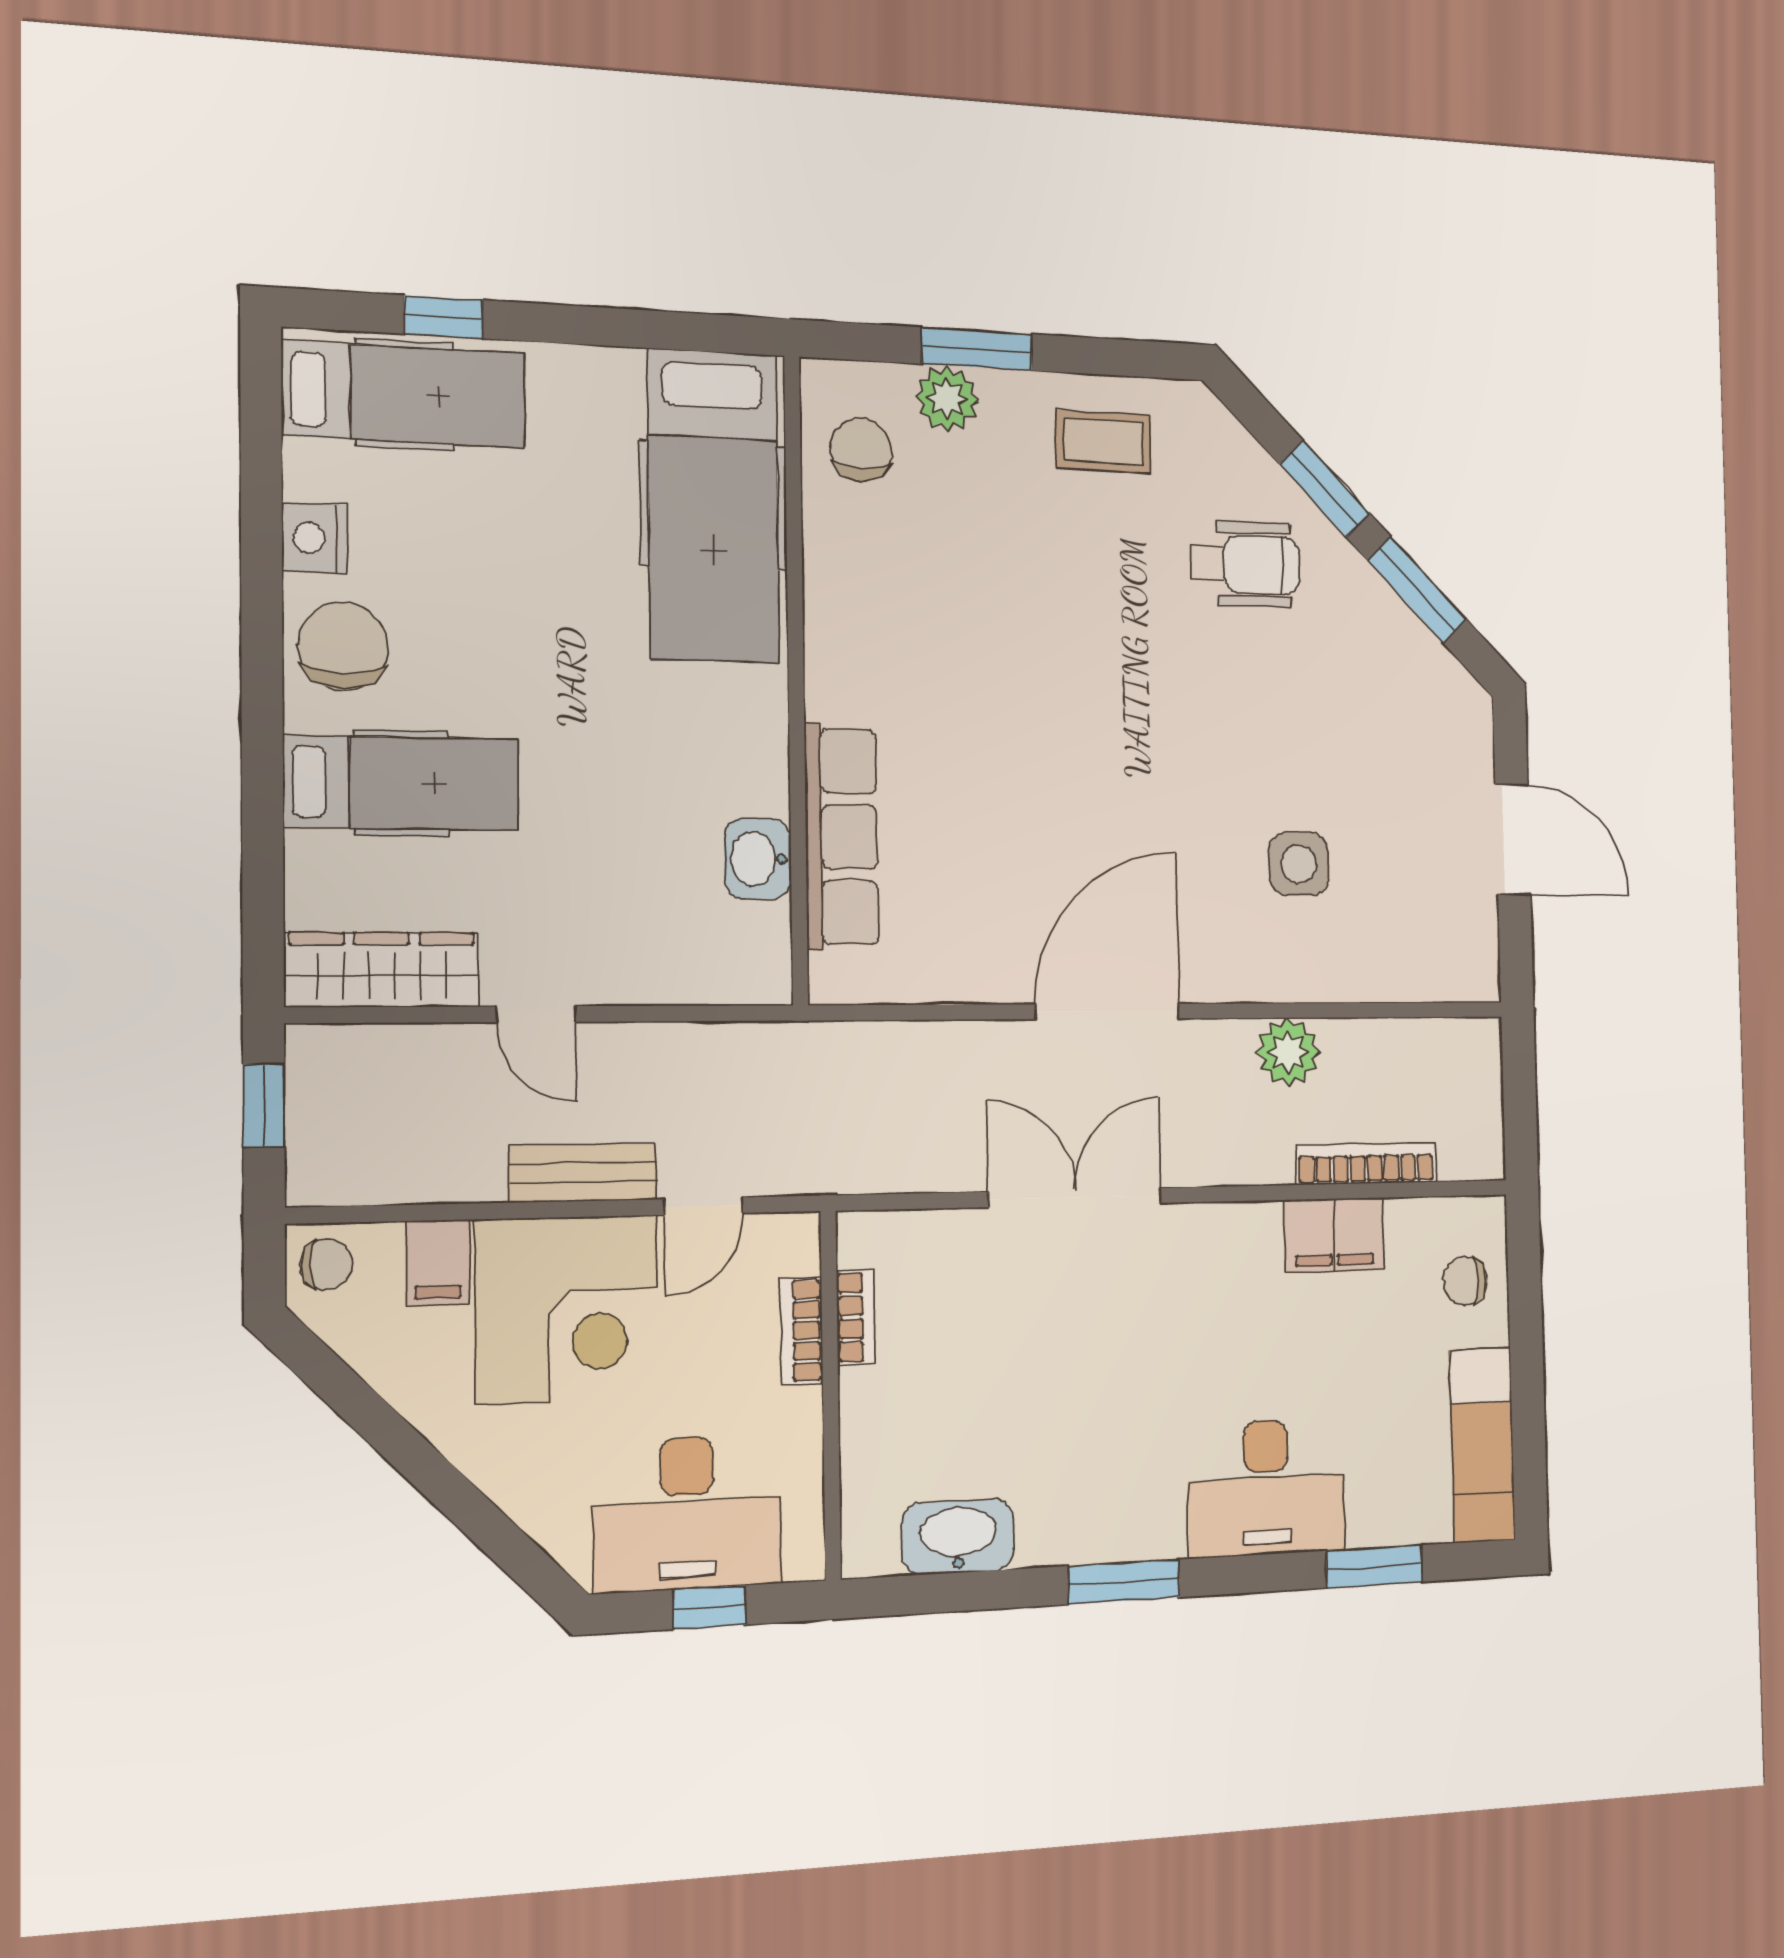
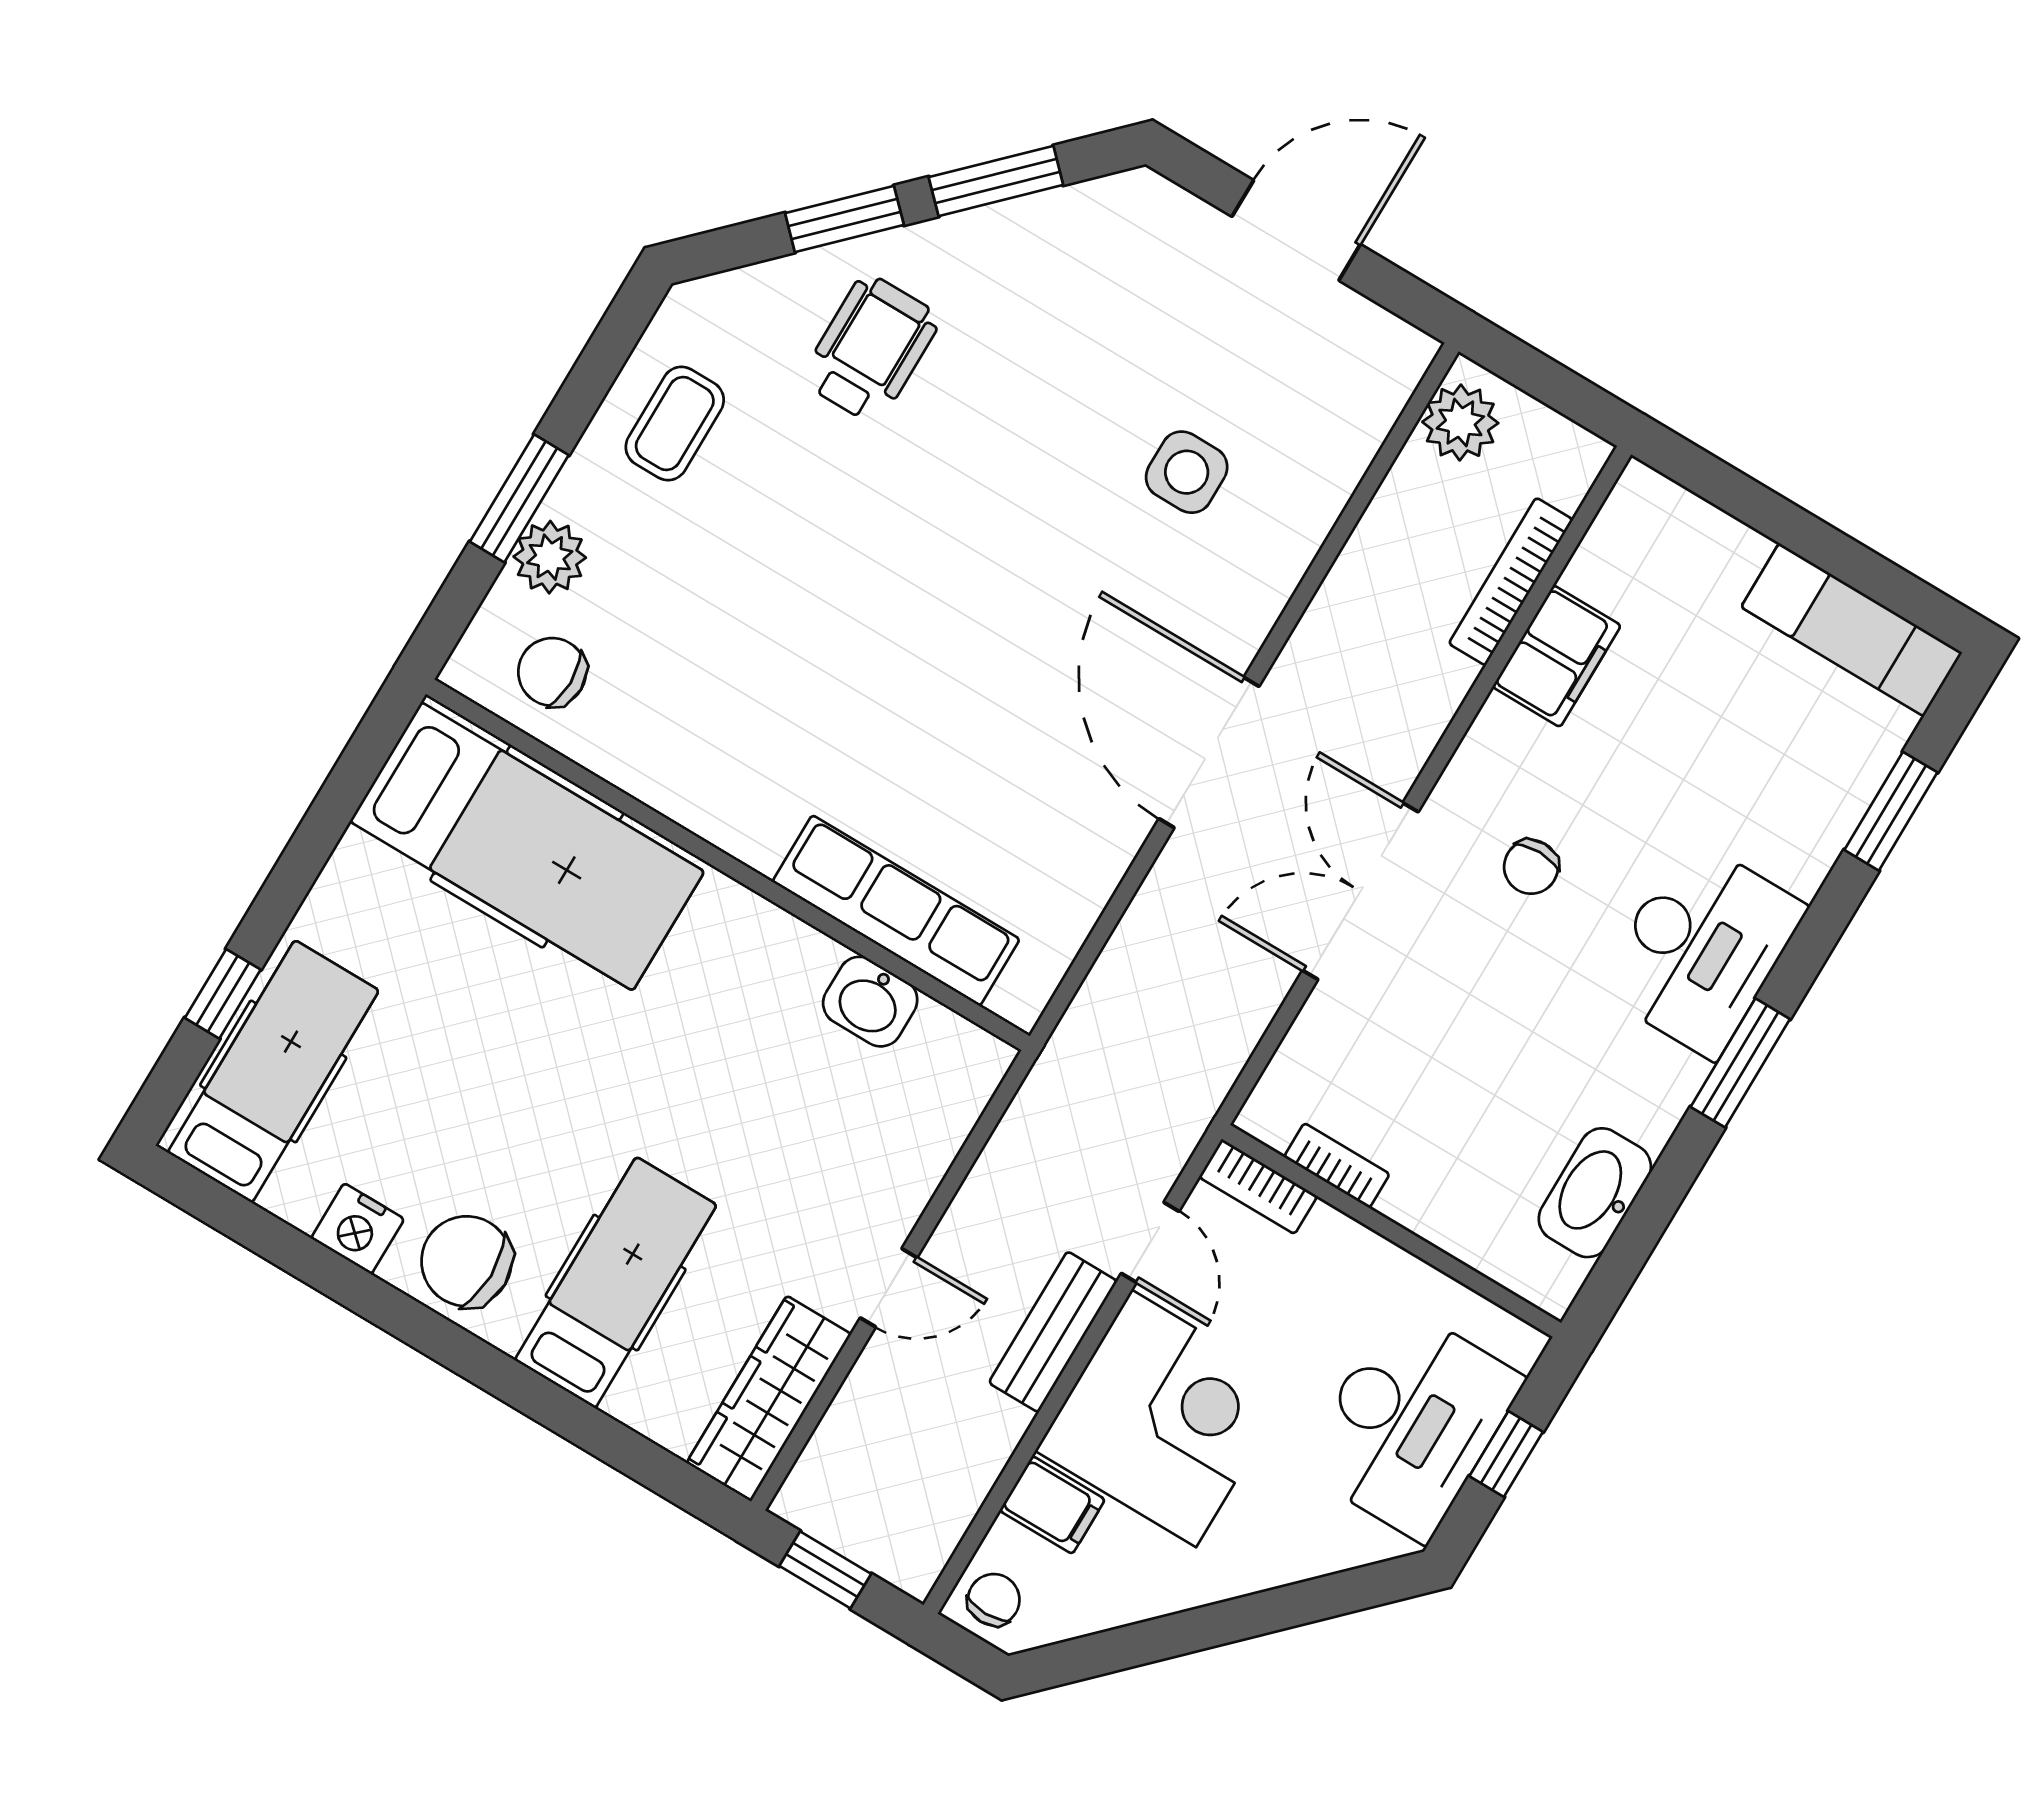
plant: (1288, 1052) -> (1460, 422), moved
chair: (1465, 1281) -> (1531, 867), moved
bookcase: (802, 1331) -> (1258, 1187), moved
desk: (1266, 1488) -> (1701, 948), moved

